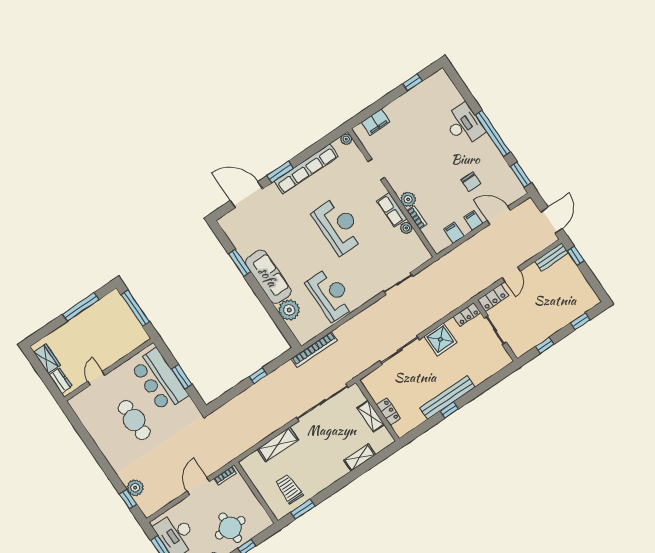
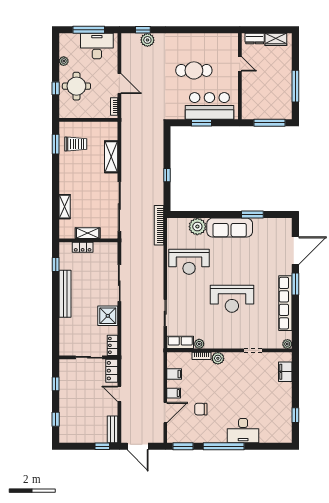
row of seats: (392, 210) -> (180, 342), moved
window: (449, 410) -> (56, 264), moved

